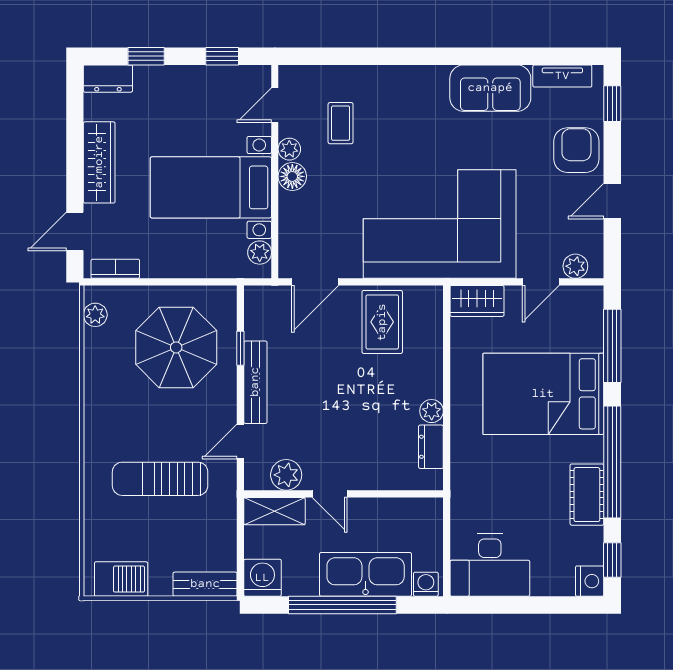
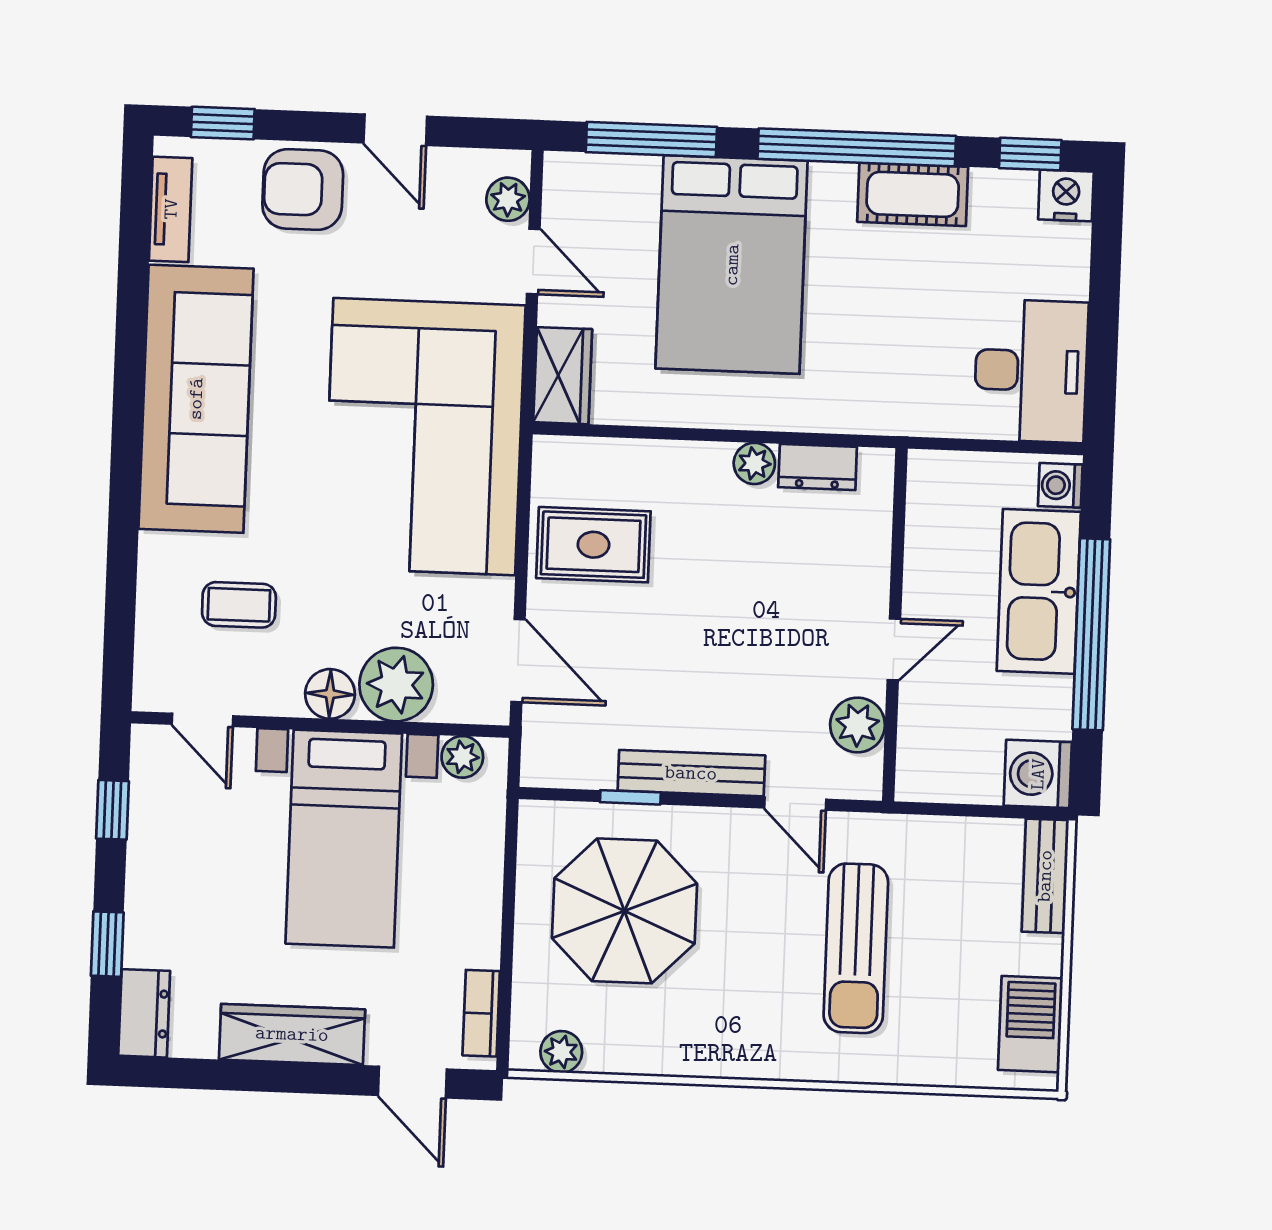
sofa: (490, 88) -> (196, 399), width x1.85, depth x1.27
plant: (289, 149) -> (396, 685), moved, width x1.88, depth x1.88
shelving: (274, 511) -> (921, 748), removed

